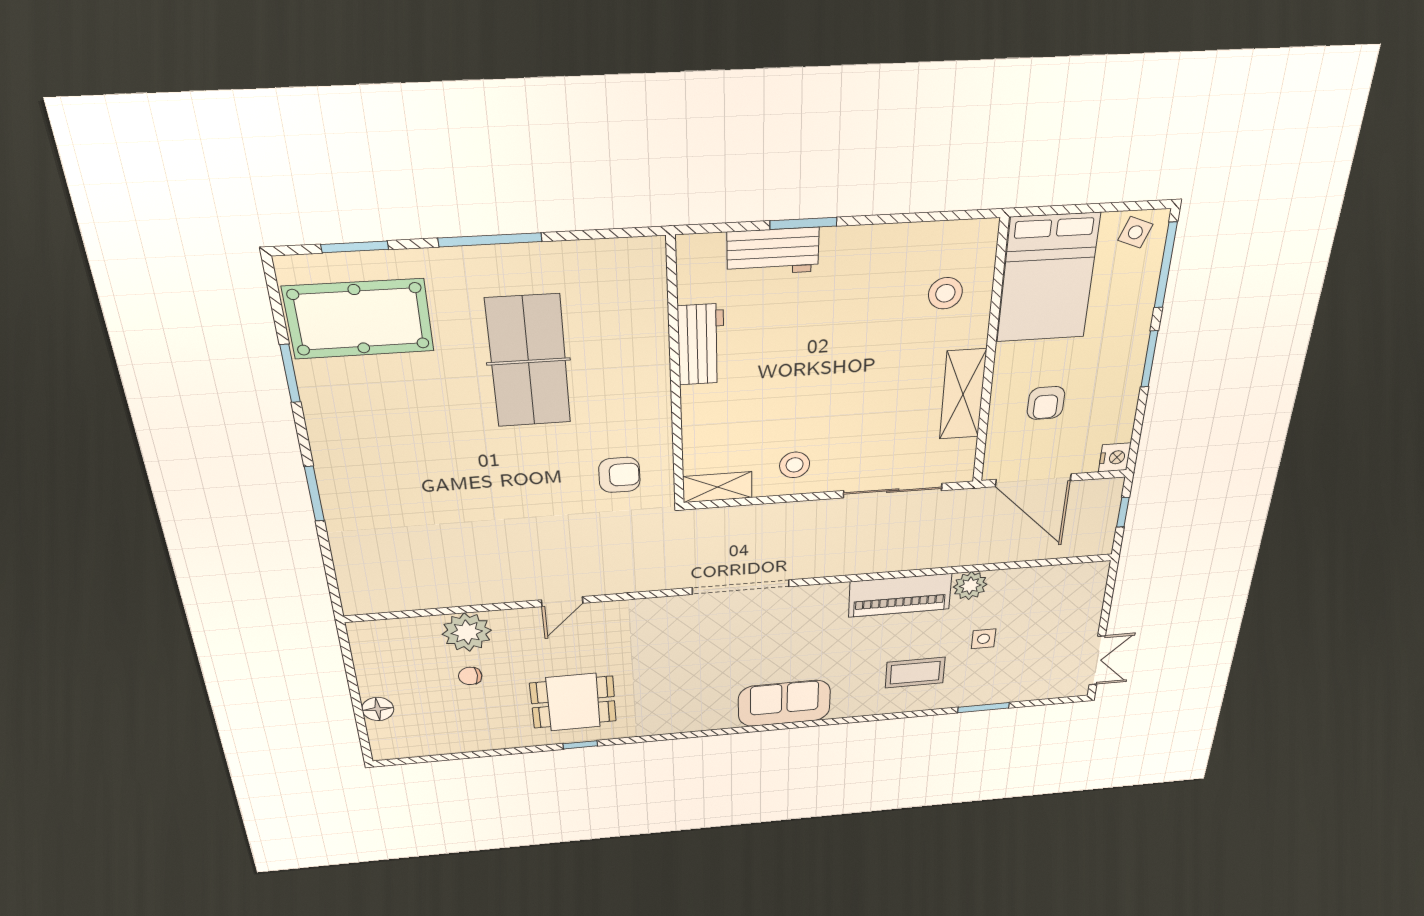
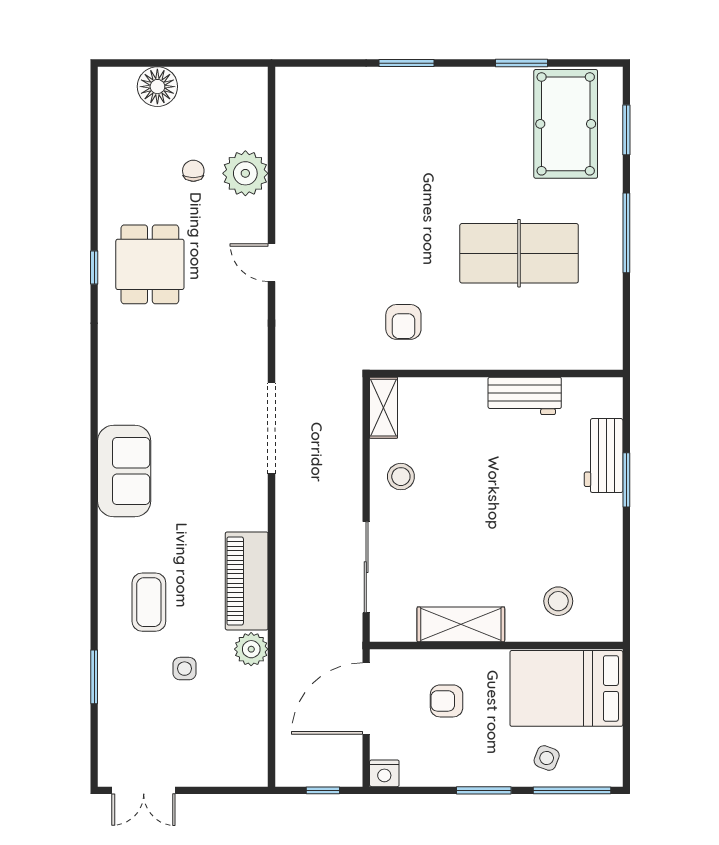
side table: (1135, 232) -> (547, 758), moved
floor lamp: (378, 709) -> (157, 87), width x1.38, depth x1.38

